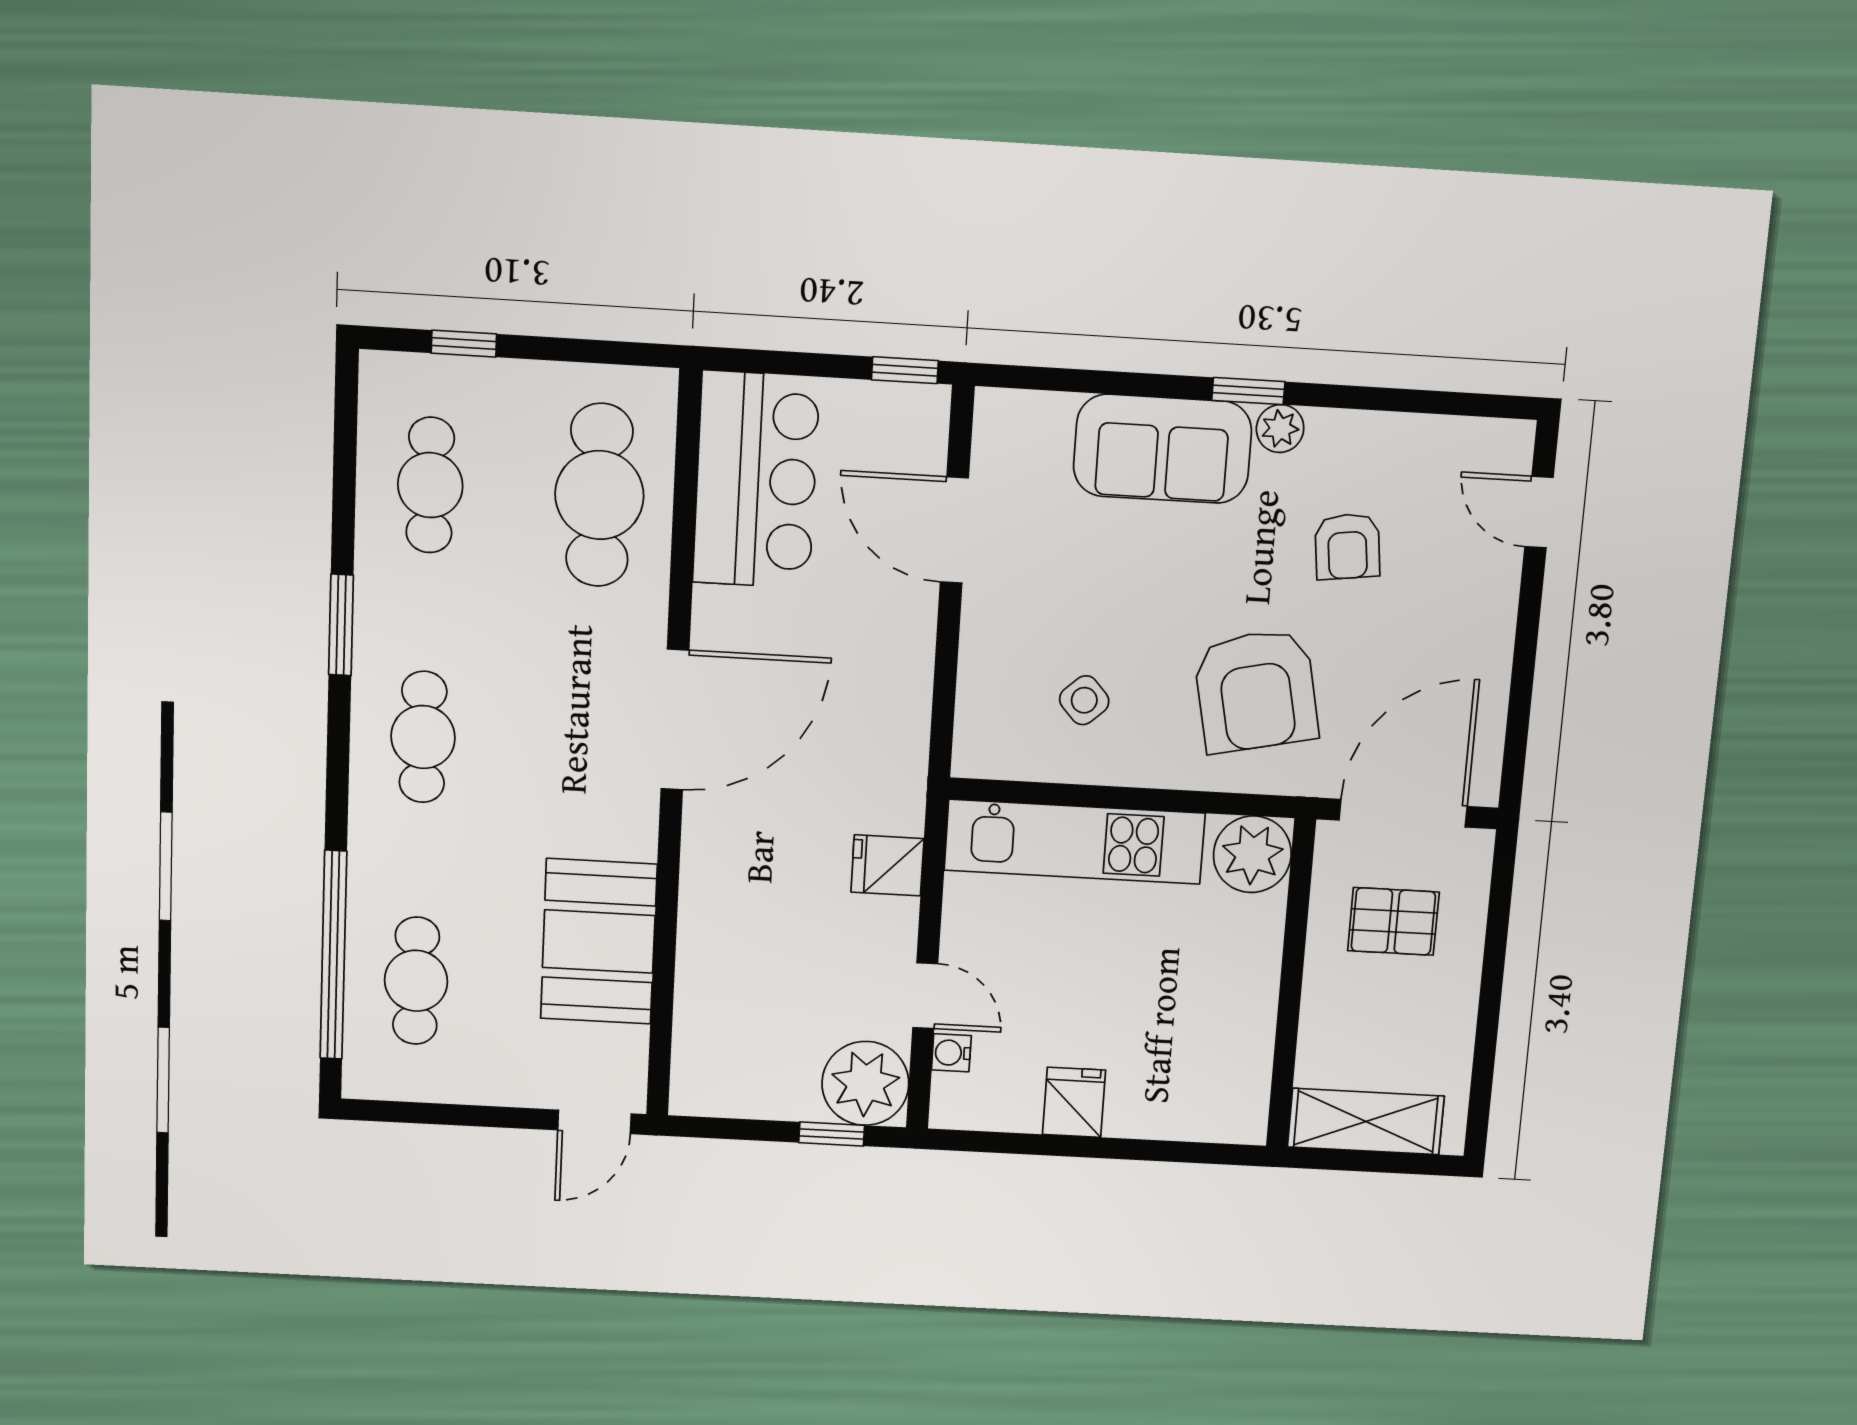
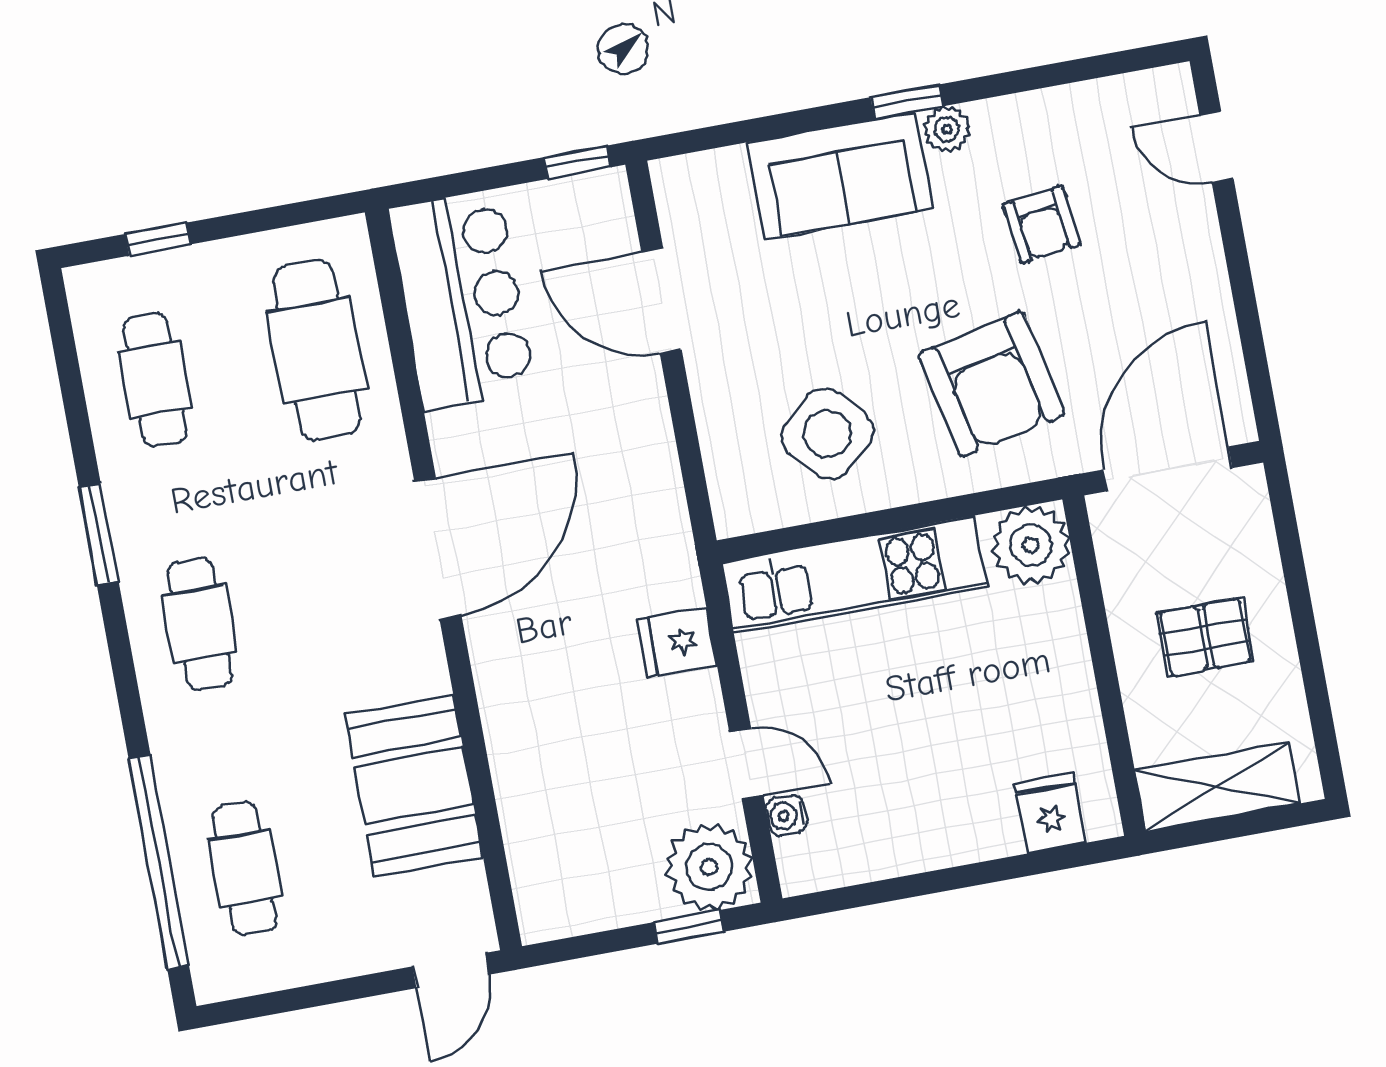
side table: (1084, 700) -> (828, 434), width x1.87, depth x1.87
pallet: (1393, 921) -> (1205, 637), moved
fridge: (1074, 1102) -> (1050, 813), moved

